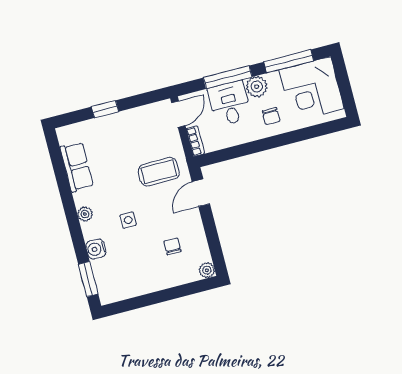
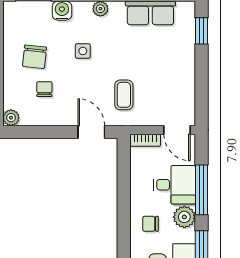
window: (105, 109) -> (202, 31), moved
coffee table: (159, 172) -> (124, 95), width x0.73, depth x0.77
chair: (172, 246) -> (44, 89), turned -90
chair: (145, 263) -> (35, 57), added

